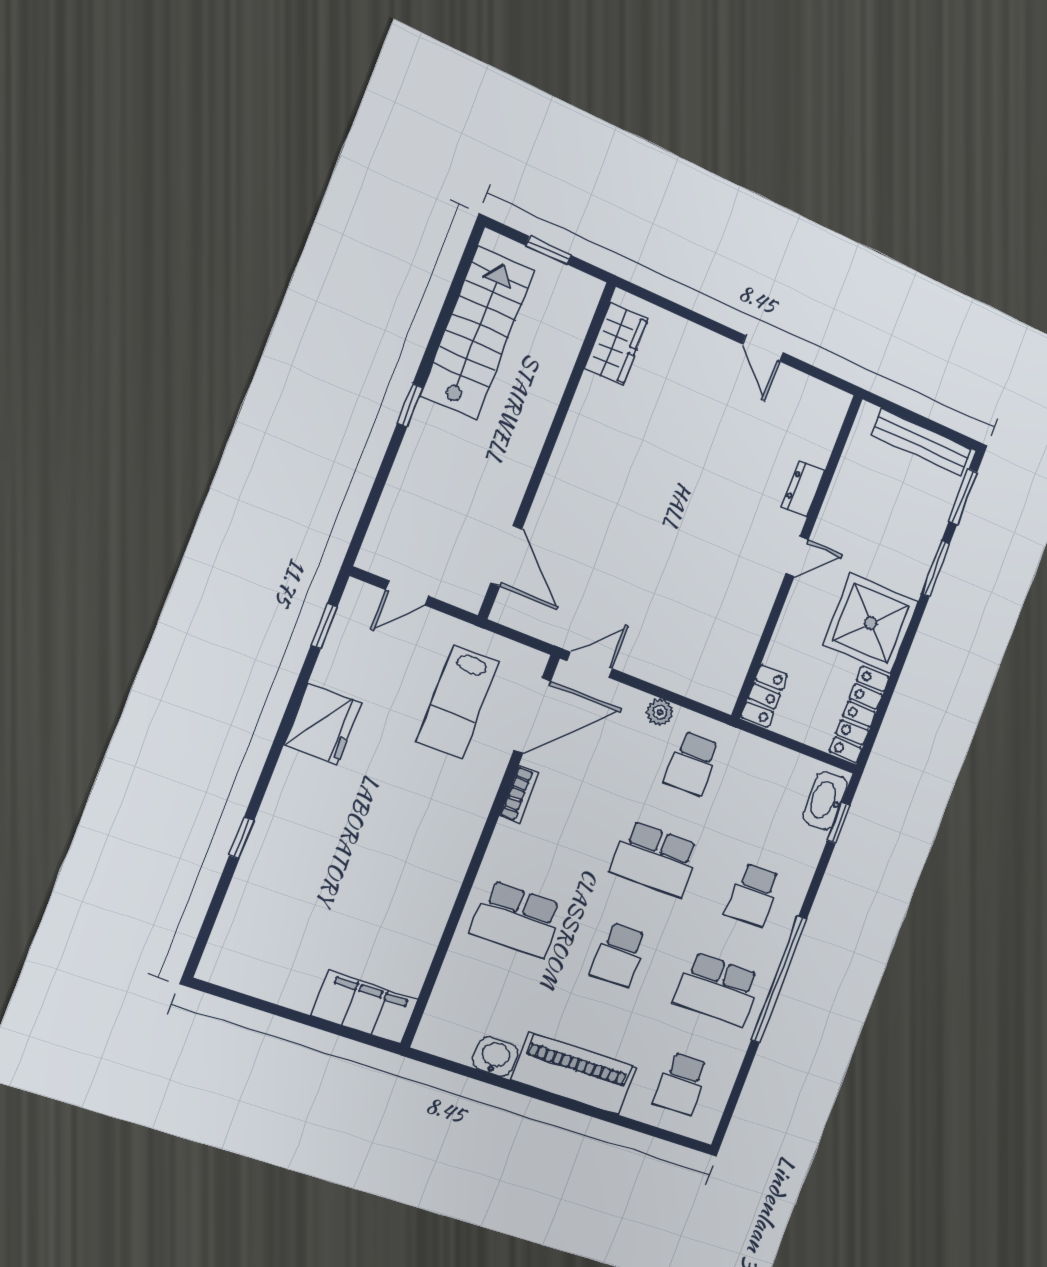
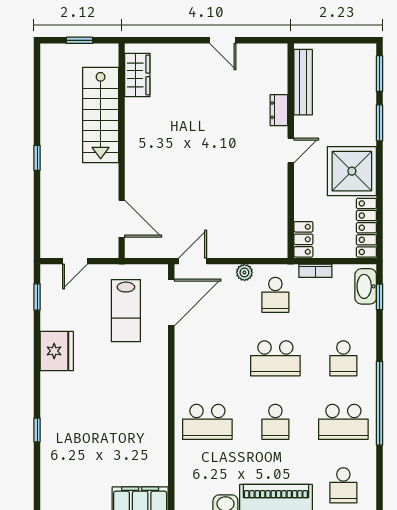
stairs: (477, 333) -> (101, 115), moved, turned 180
bench: (921, 442) -> (303, 82), moved, turned 90
bookcase: (519, 794) -> (315, 271), moved, turned 90

